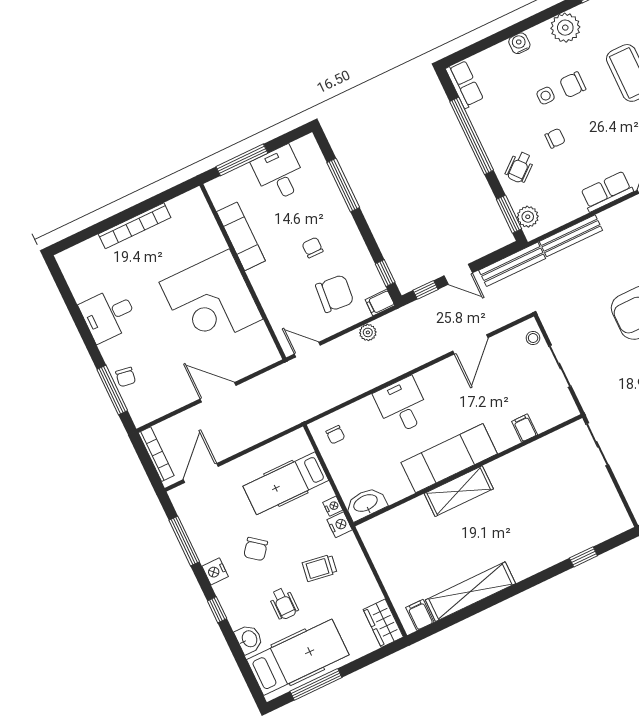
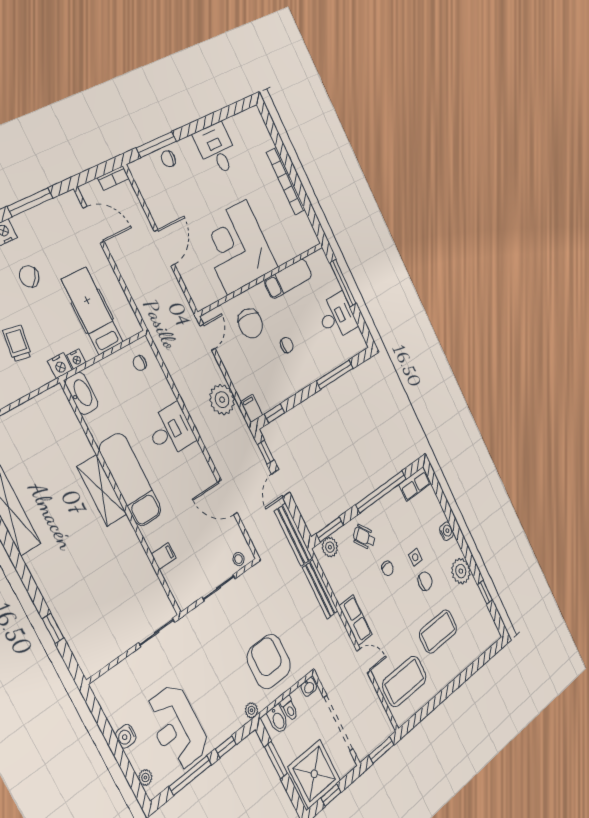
chair: (573, 85) -> (425, 581), turned 90
chair: (335, 294) -> (250, 323), moved
plant: (368, 332) -> (222, 400), width x1.87, depth x1.87
bookcase: (156, 454) -> (113, 178), width x0.64

